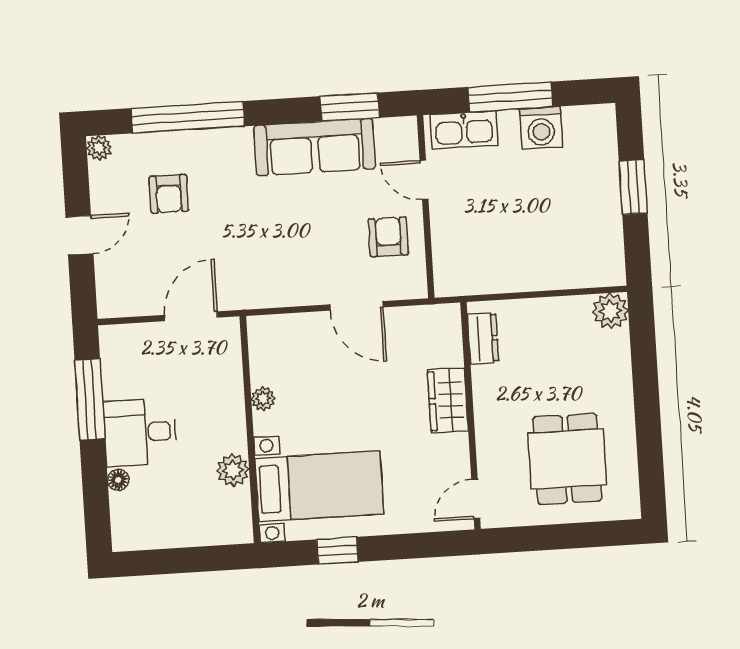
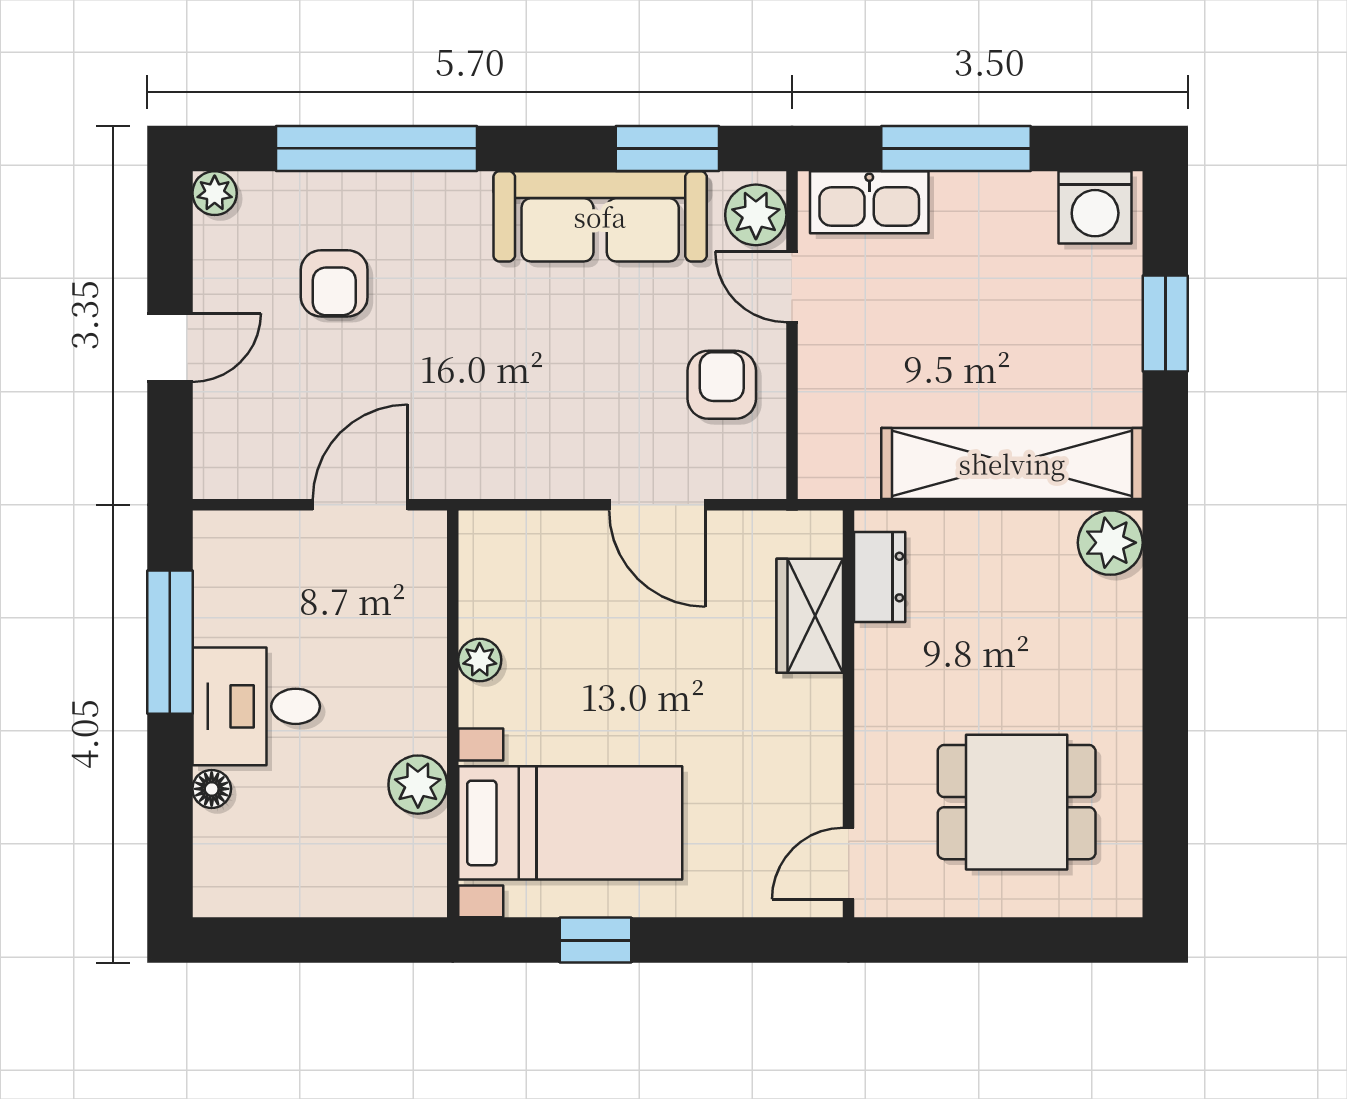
washing machine: (541, 128) -> (1095, 207), moved
plant: (401, 141) -> (756, 215), added
shelving: (553, 270) -> (1012, 463), added
wardrobe: (448, 400) -> (810, 616), moved
dining table: (567, 459) -> (1017, 802), turned 90

